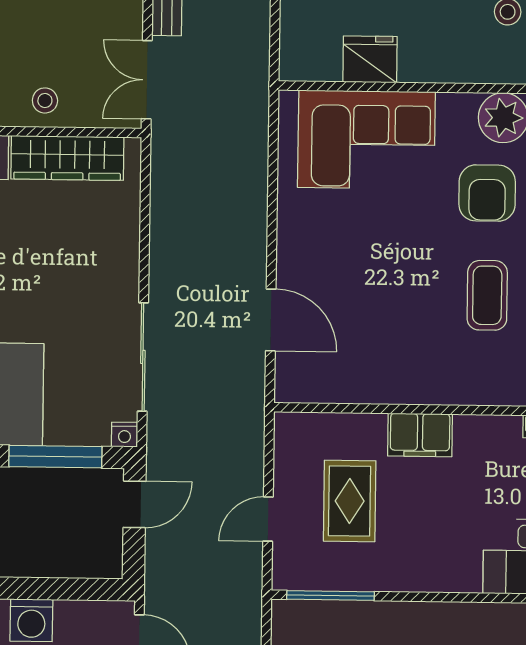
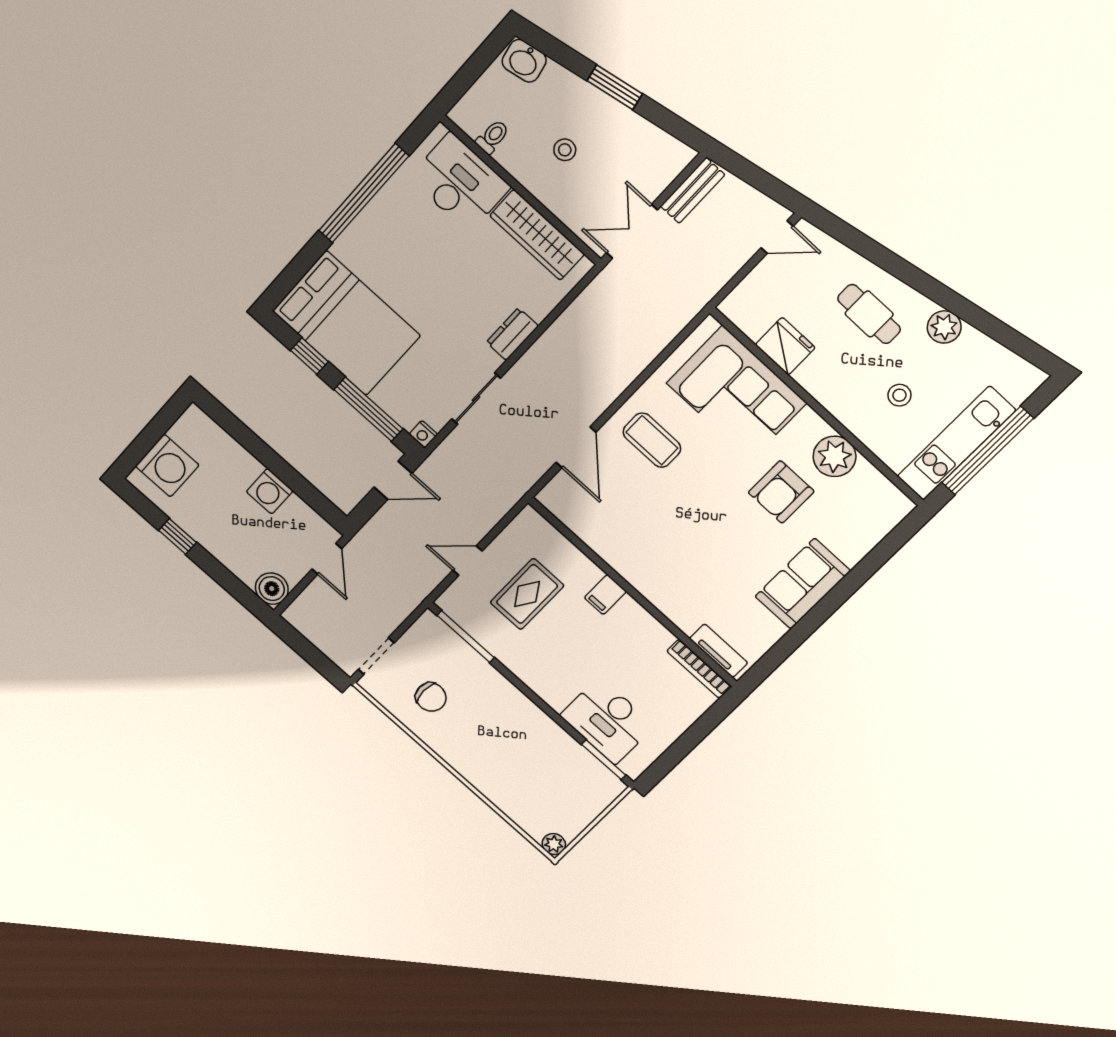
stool: (45, 100) -> (565, 150), moved
dresser: (123, 267) -> (512, 334), added
coffee table: (487, 295) -> (652, 440), moved, turned 90
sliding door: (143, 357) -> (476, 399), width x0.73
filing cabinet: (420, 435) -> (605, 595), width x0.50

